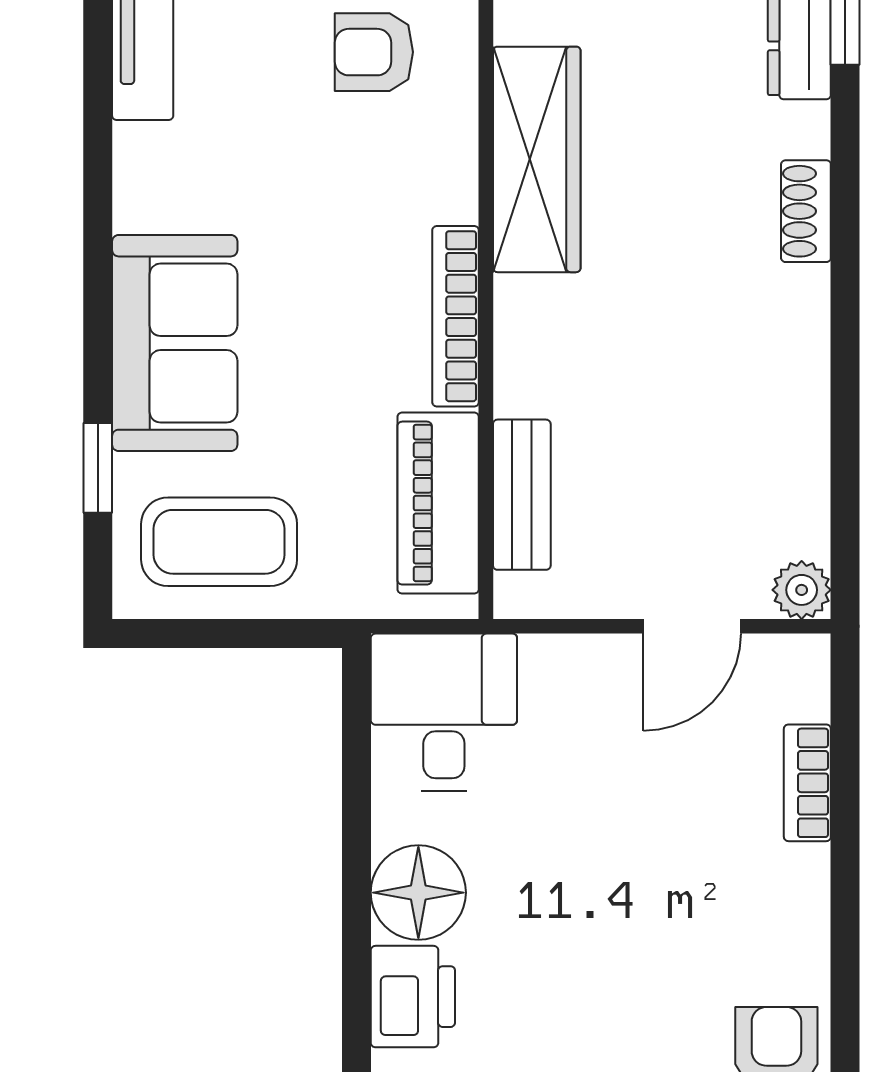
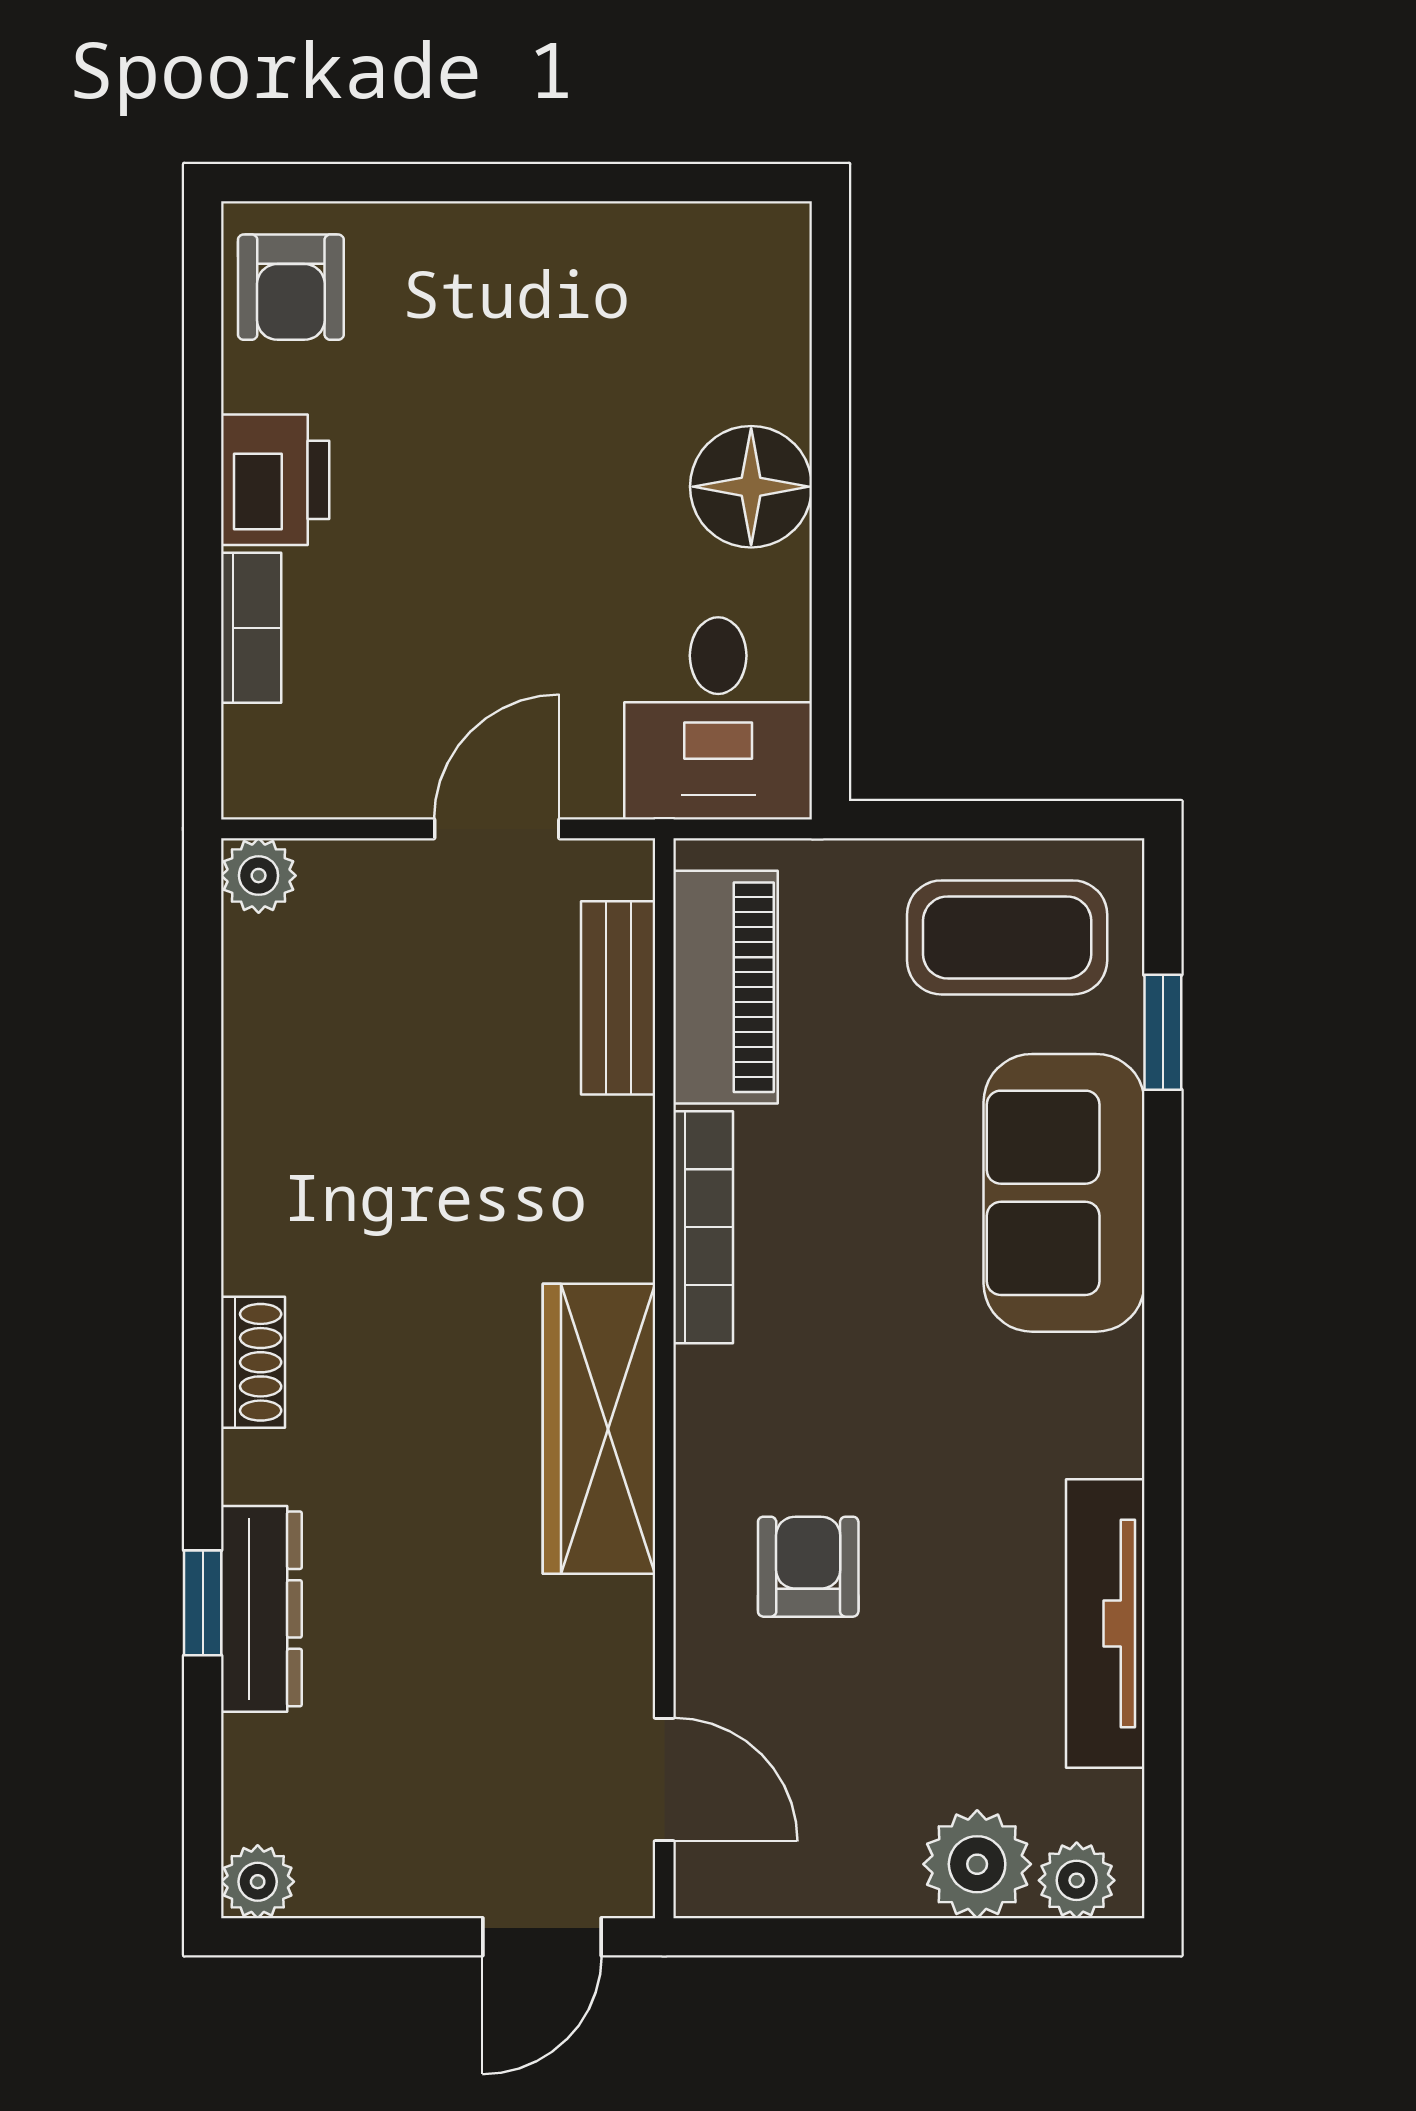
armchair: (374, 52) -> (808, 1567), turned -90
door: (692, 626) -> (497, 829), moved
printer: (413, 997) -> (275, 480), moved, turned 180

